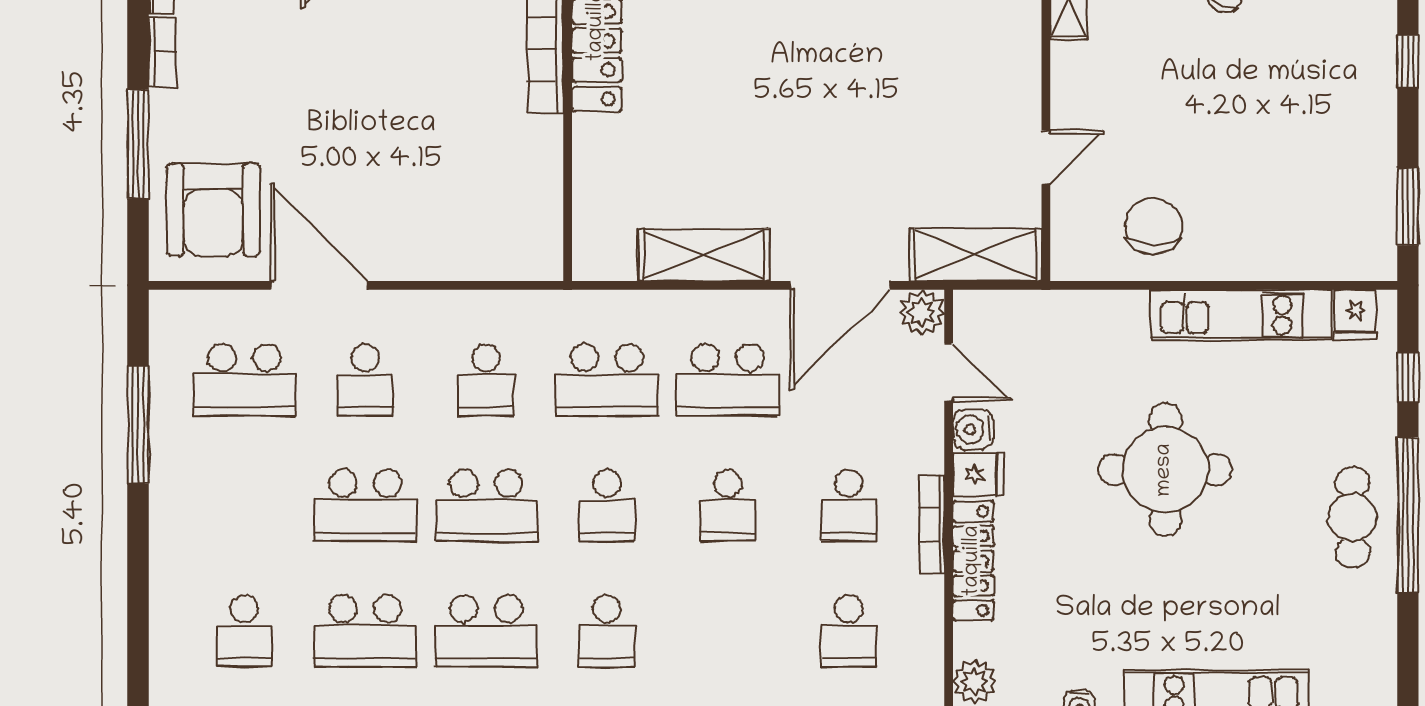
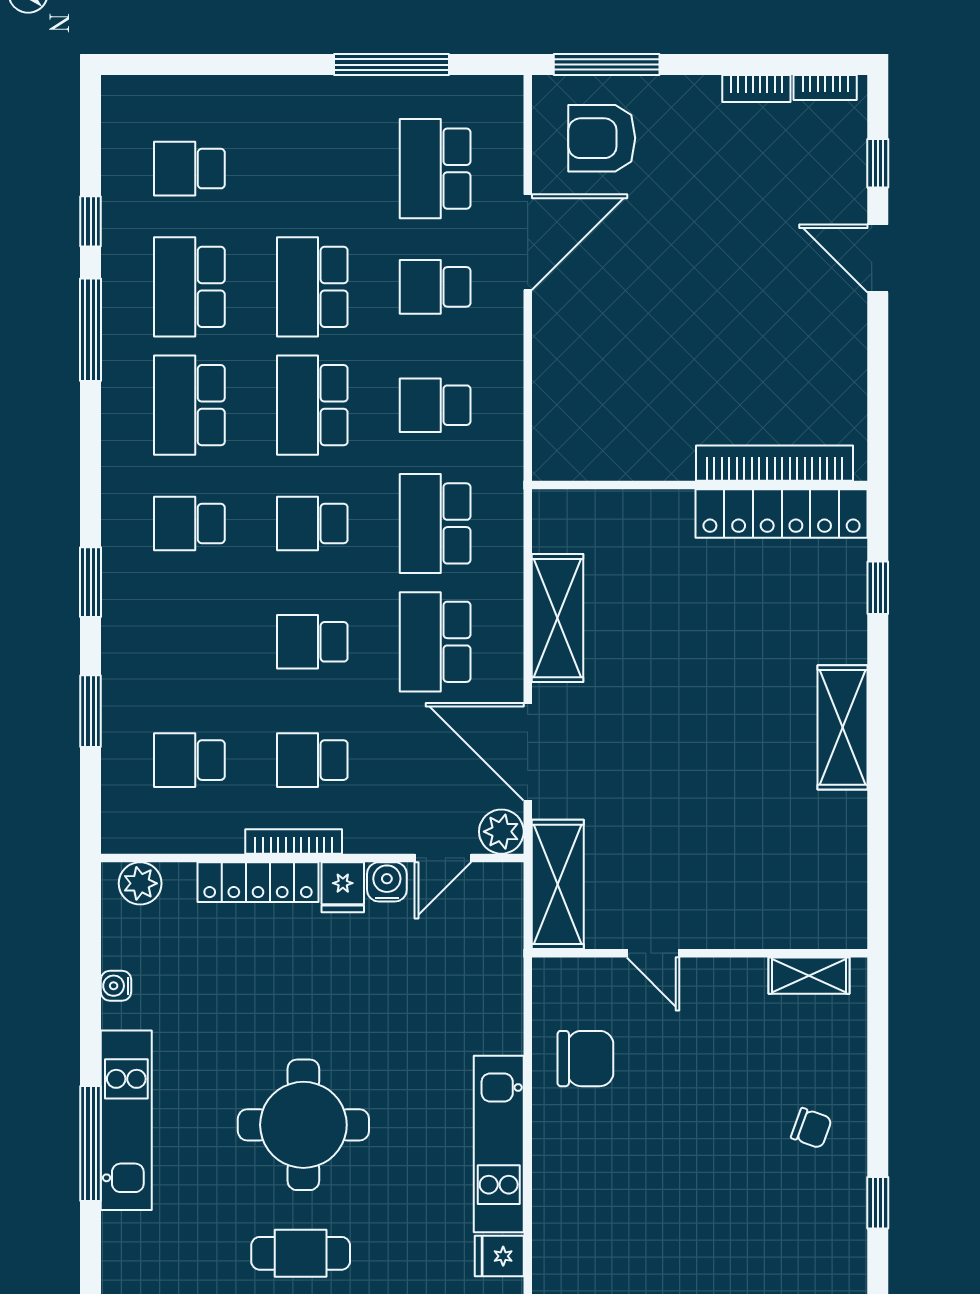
window: (138, 144) -> (607, 65), moved
armchair: (213, 210) -> (602, 138), width x0.73, depth x0.73
round table: (1165, 470) -> (303, 1125), moved

